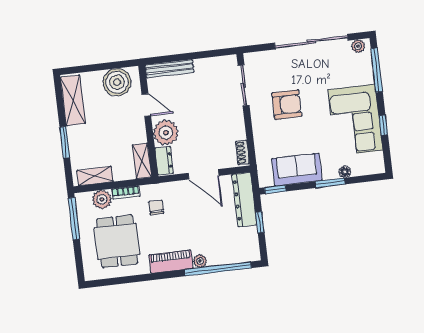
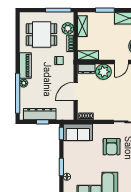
sofa: (297, 170) -> (78, 132), moved, turned 90
dresser: (244, 200) -> (40, 114), moved

